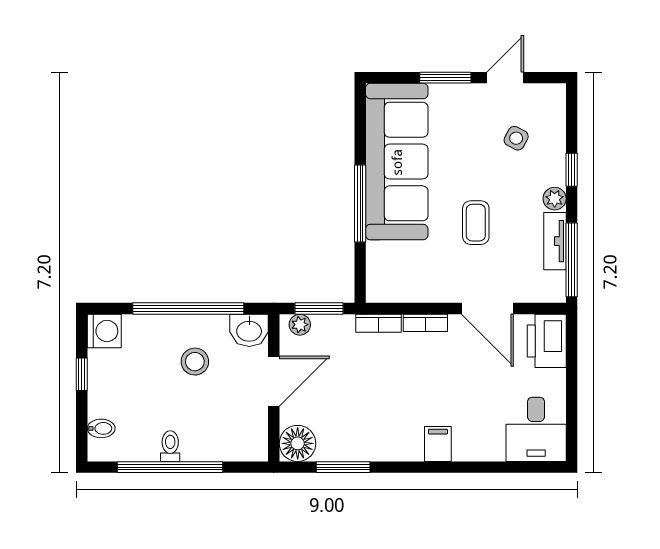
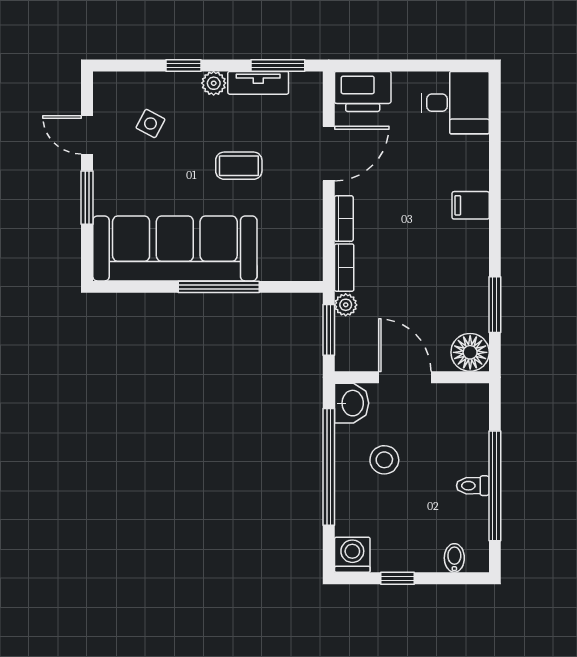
window: (572, 260) -> (278, 65), width x0.69
plant: (300, 325) -> (346, 305), moved

